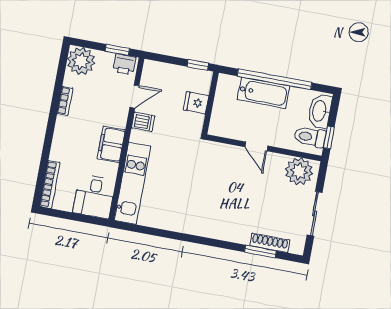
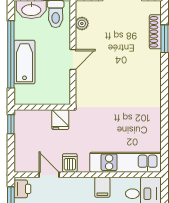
fridge: (196, 103) -> (60, 120), moved
filing cabinet: (111, 144) -> (102, 187), width x0.50
plant: (299, 171) -> (82, 24), width x0.53, depth x0.53

